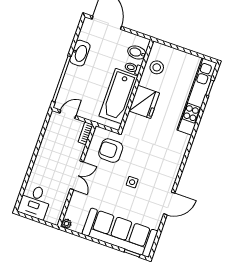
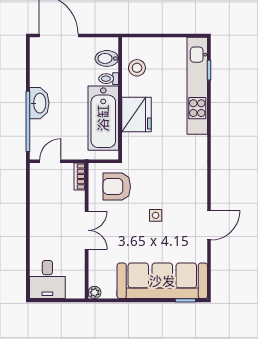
washbasin: (80, 53) -> (39, 103), moved

